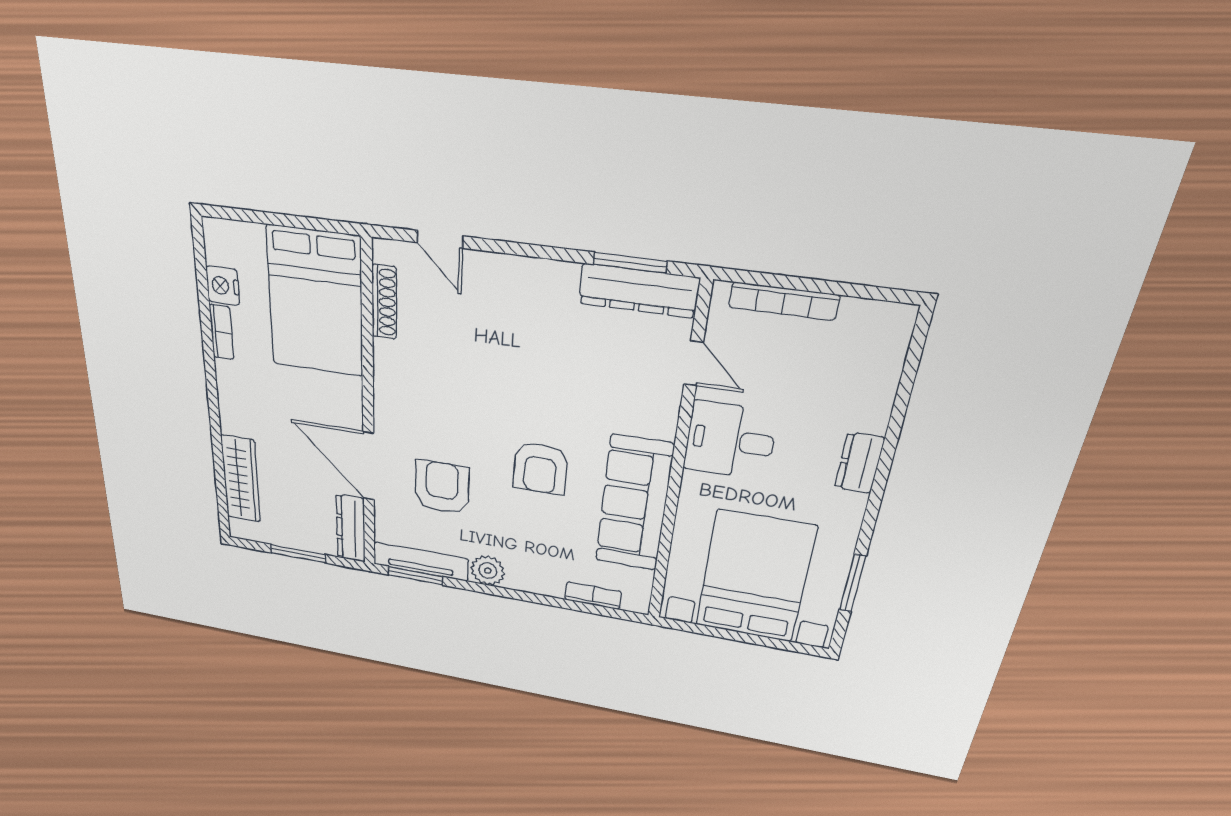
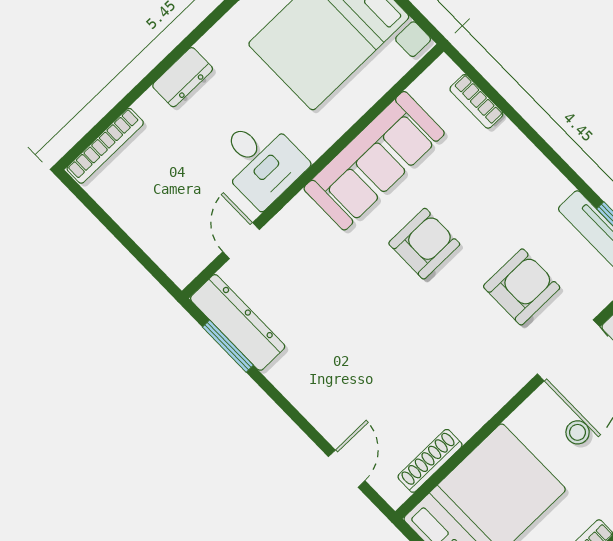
bookcase: (784, 301) -> (105, 146), moved, turned 90
stool: (307, 411) -> (578, 432), added
armchair: (442, 487) -> (522, 287), turned 180
plant: (488, 571) -> (550, 187), removed

